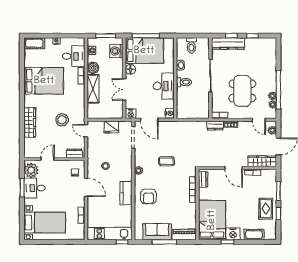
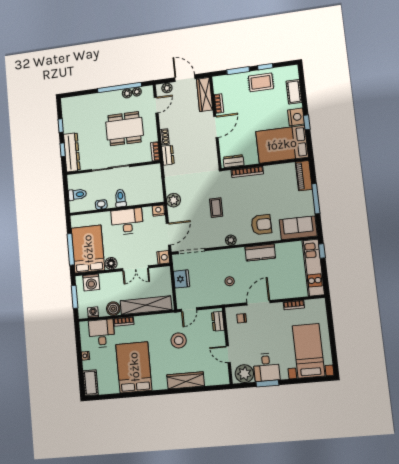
shelving: (93, 89) -> (146, 305), width x1.47
plant: (177, 127) -> (174, 200), added
sofa: (157, 232) -> (298, 228), moved, turned 90

